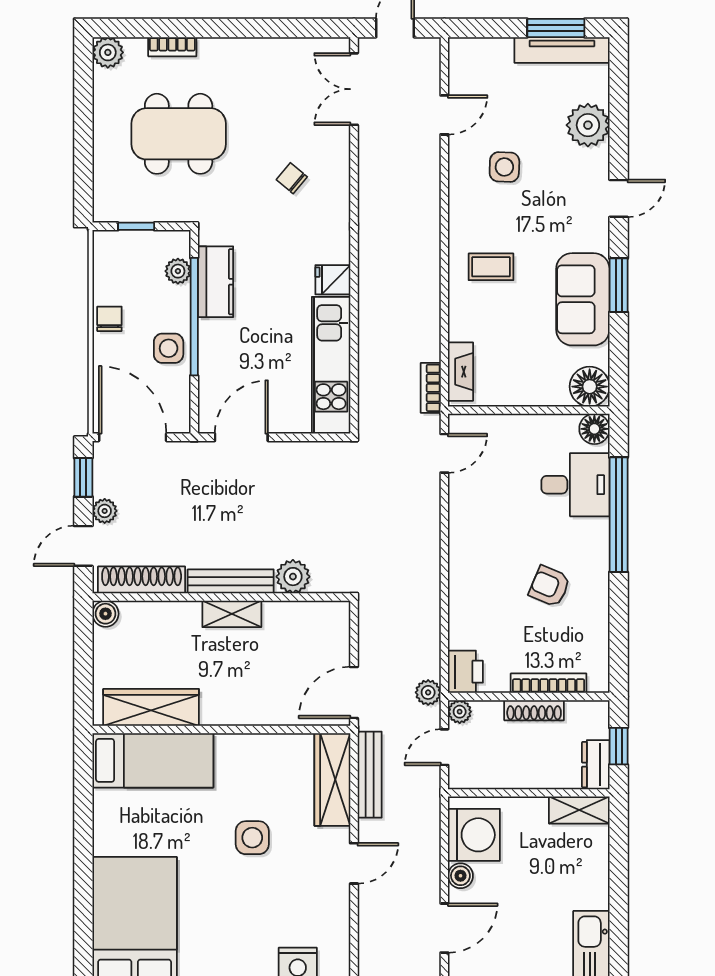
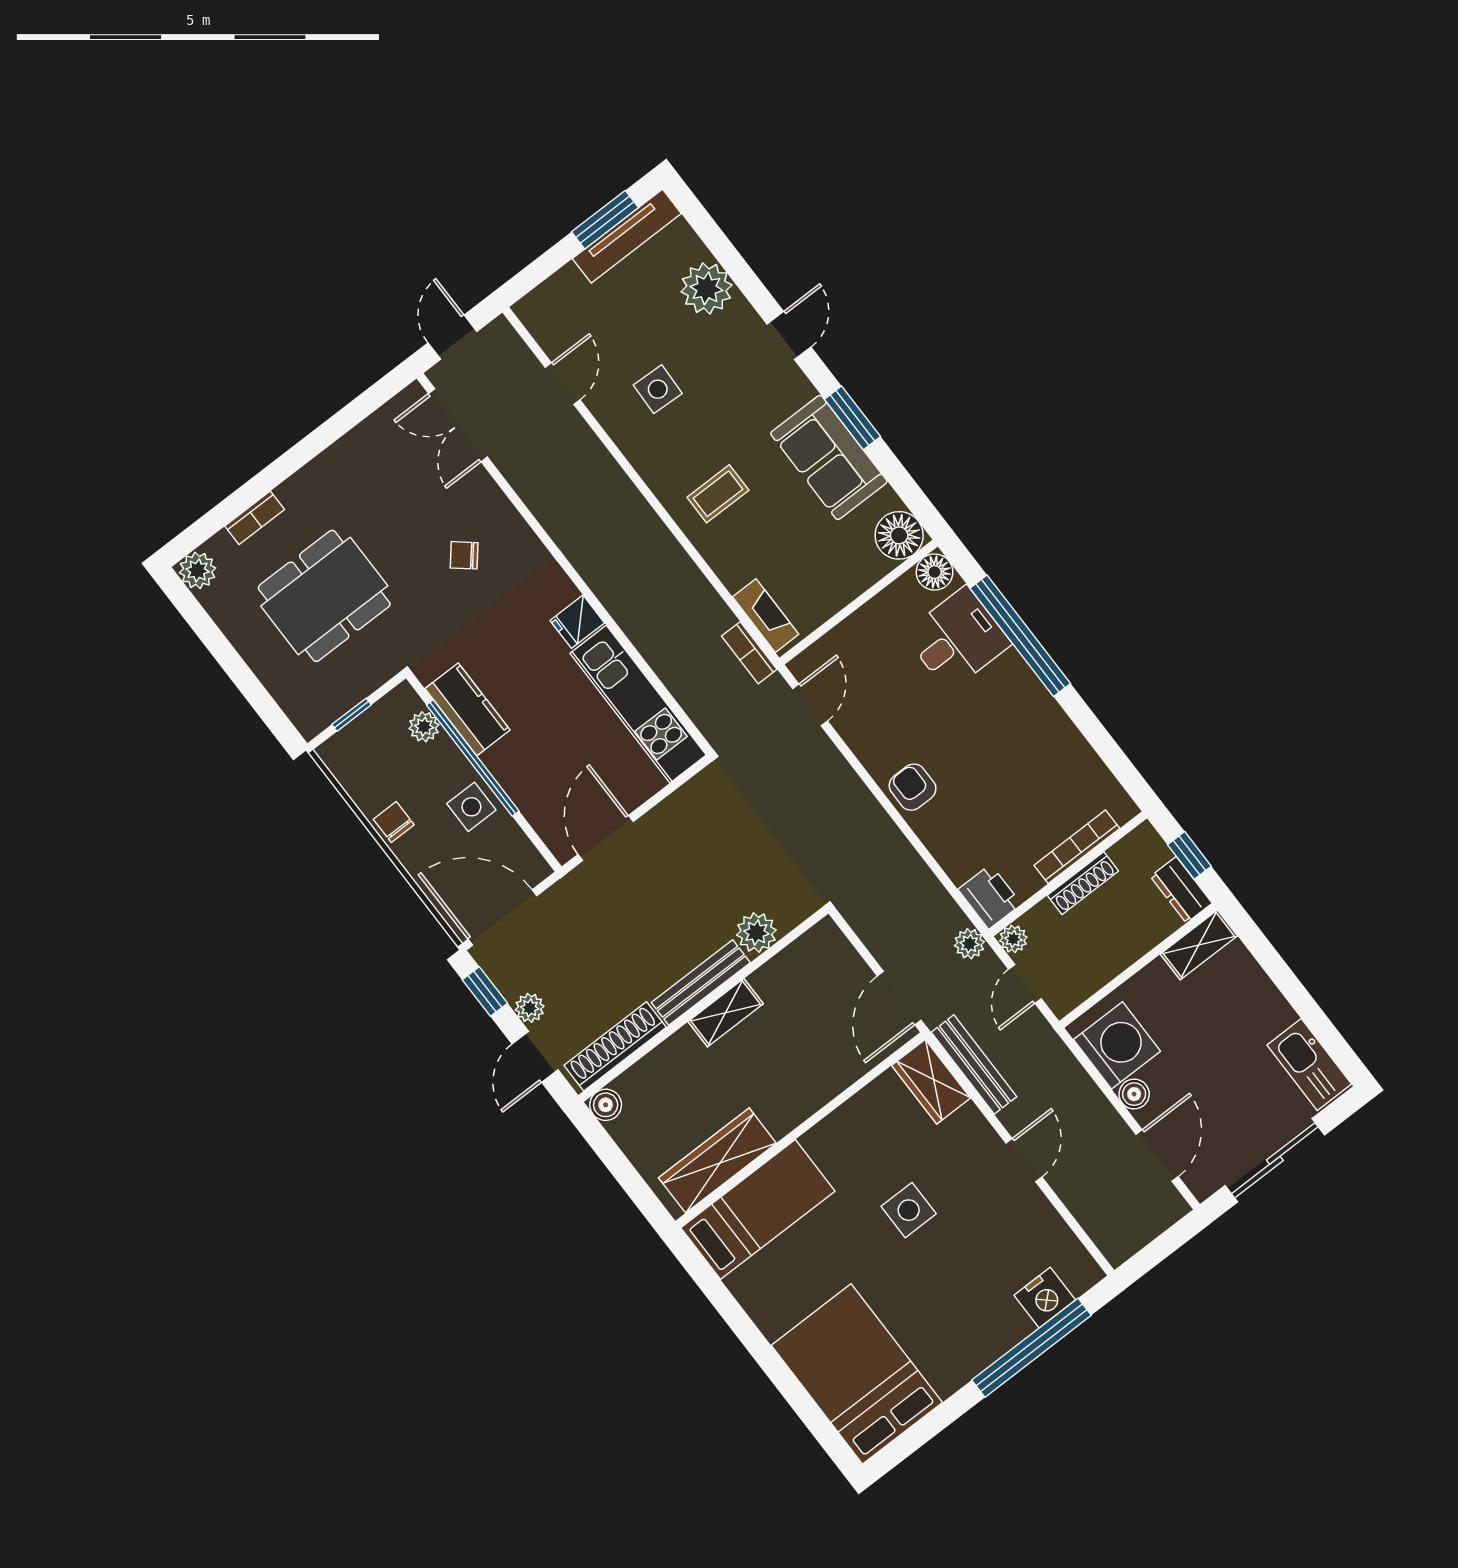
armchair: (550, 586) -> (913, 787), moved, turned 67
wardrobe: (332, 780) -> (931, 1082), width x0.67

